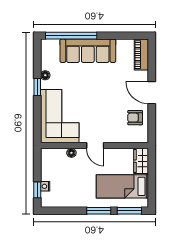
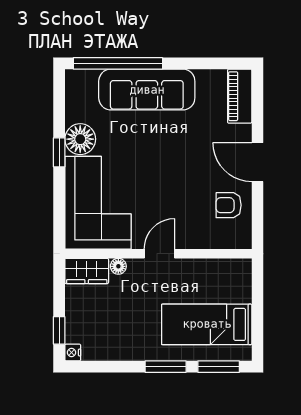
floor lamp: (45, 75) -> (80, 139), width x1.89, depth x1.89
door: (95, 146) -> (159, 254), swing flipped
wardrobe: (141, 161) -> (87, 271), moved, turned -90
nightstand: (45, 186) -> (73, 352), moved

